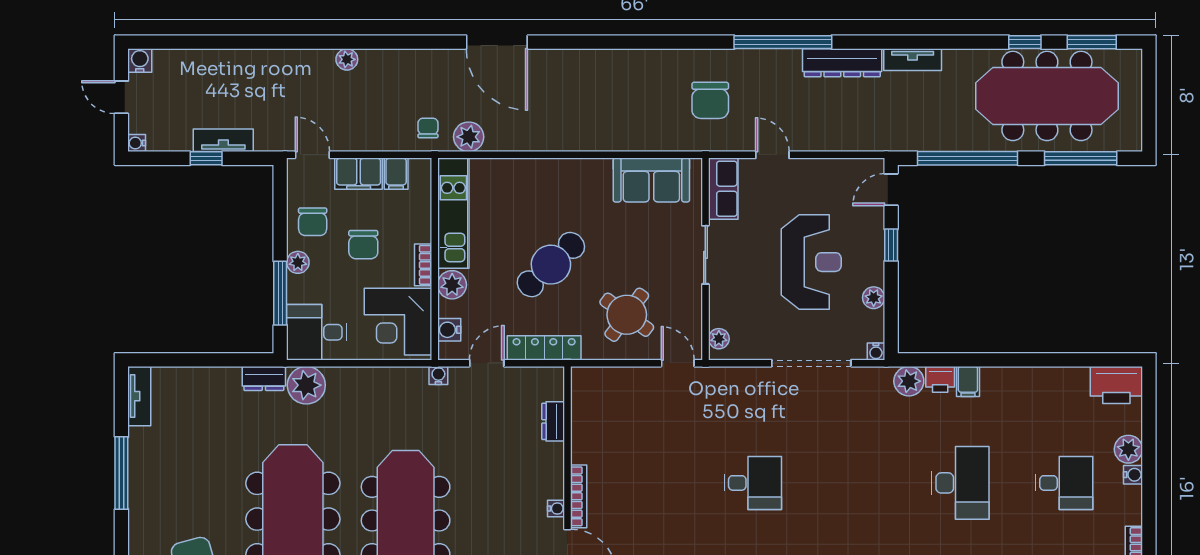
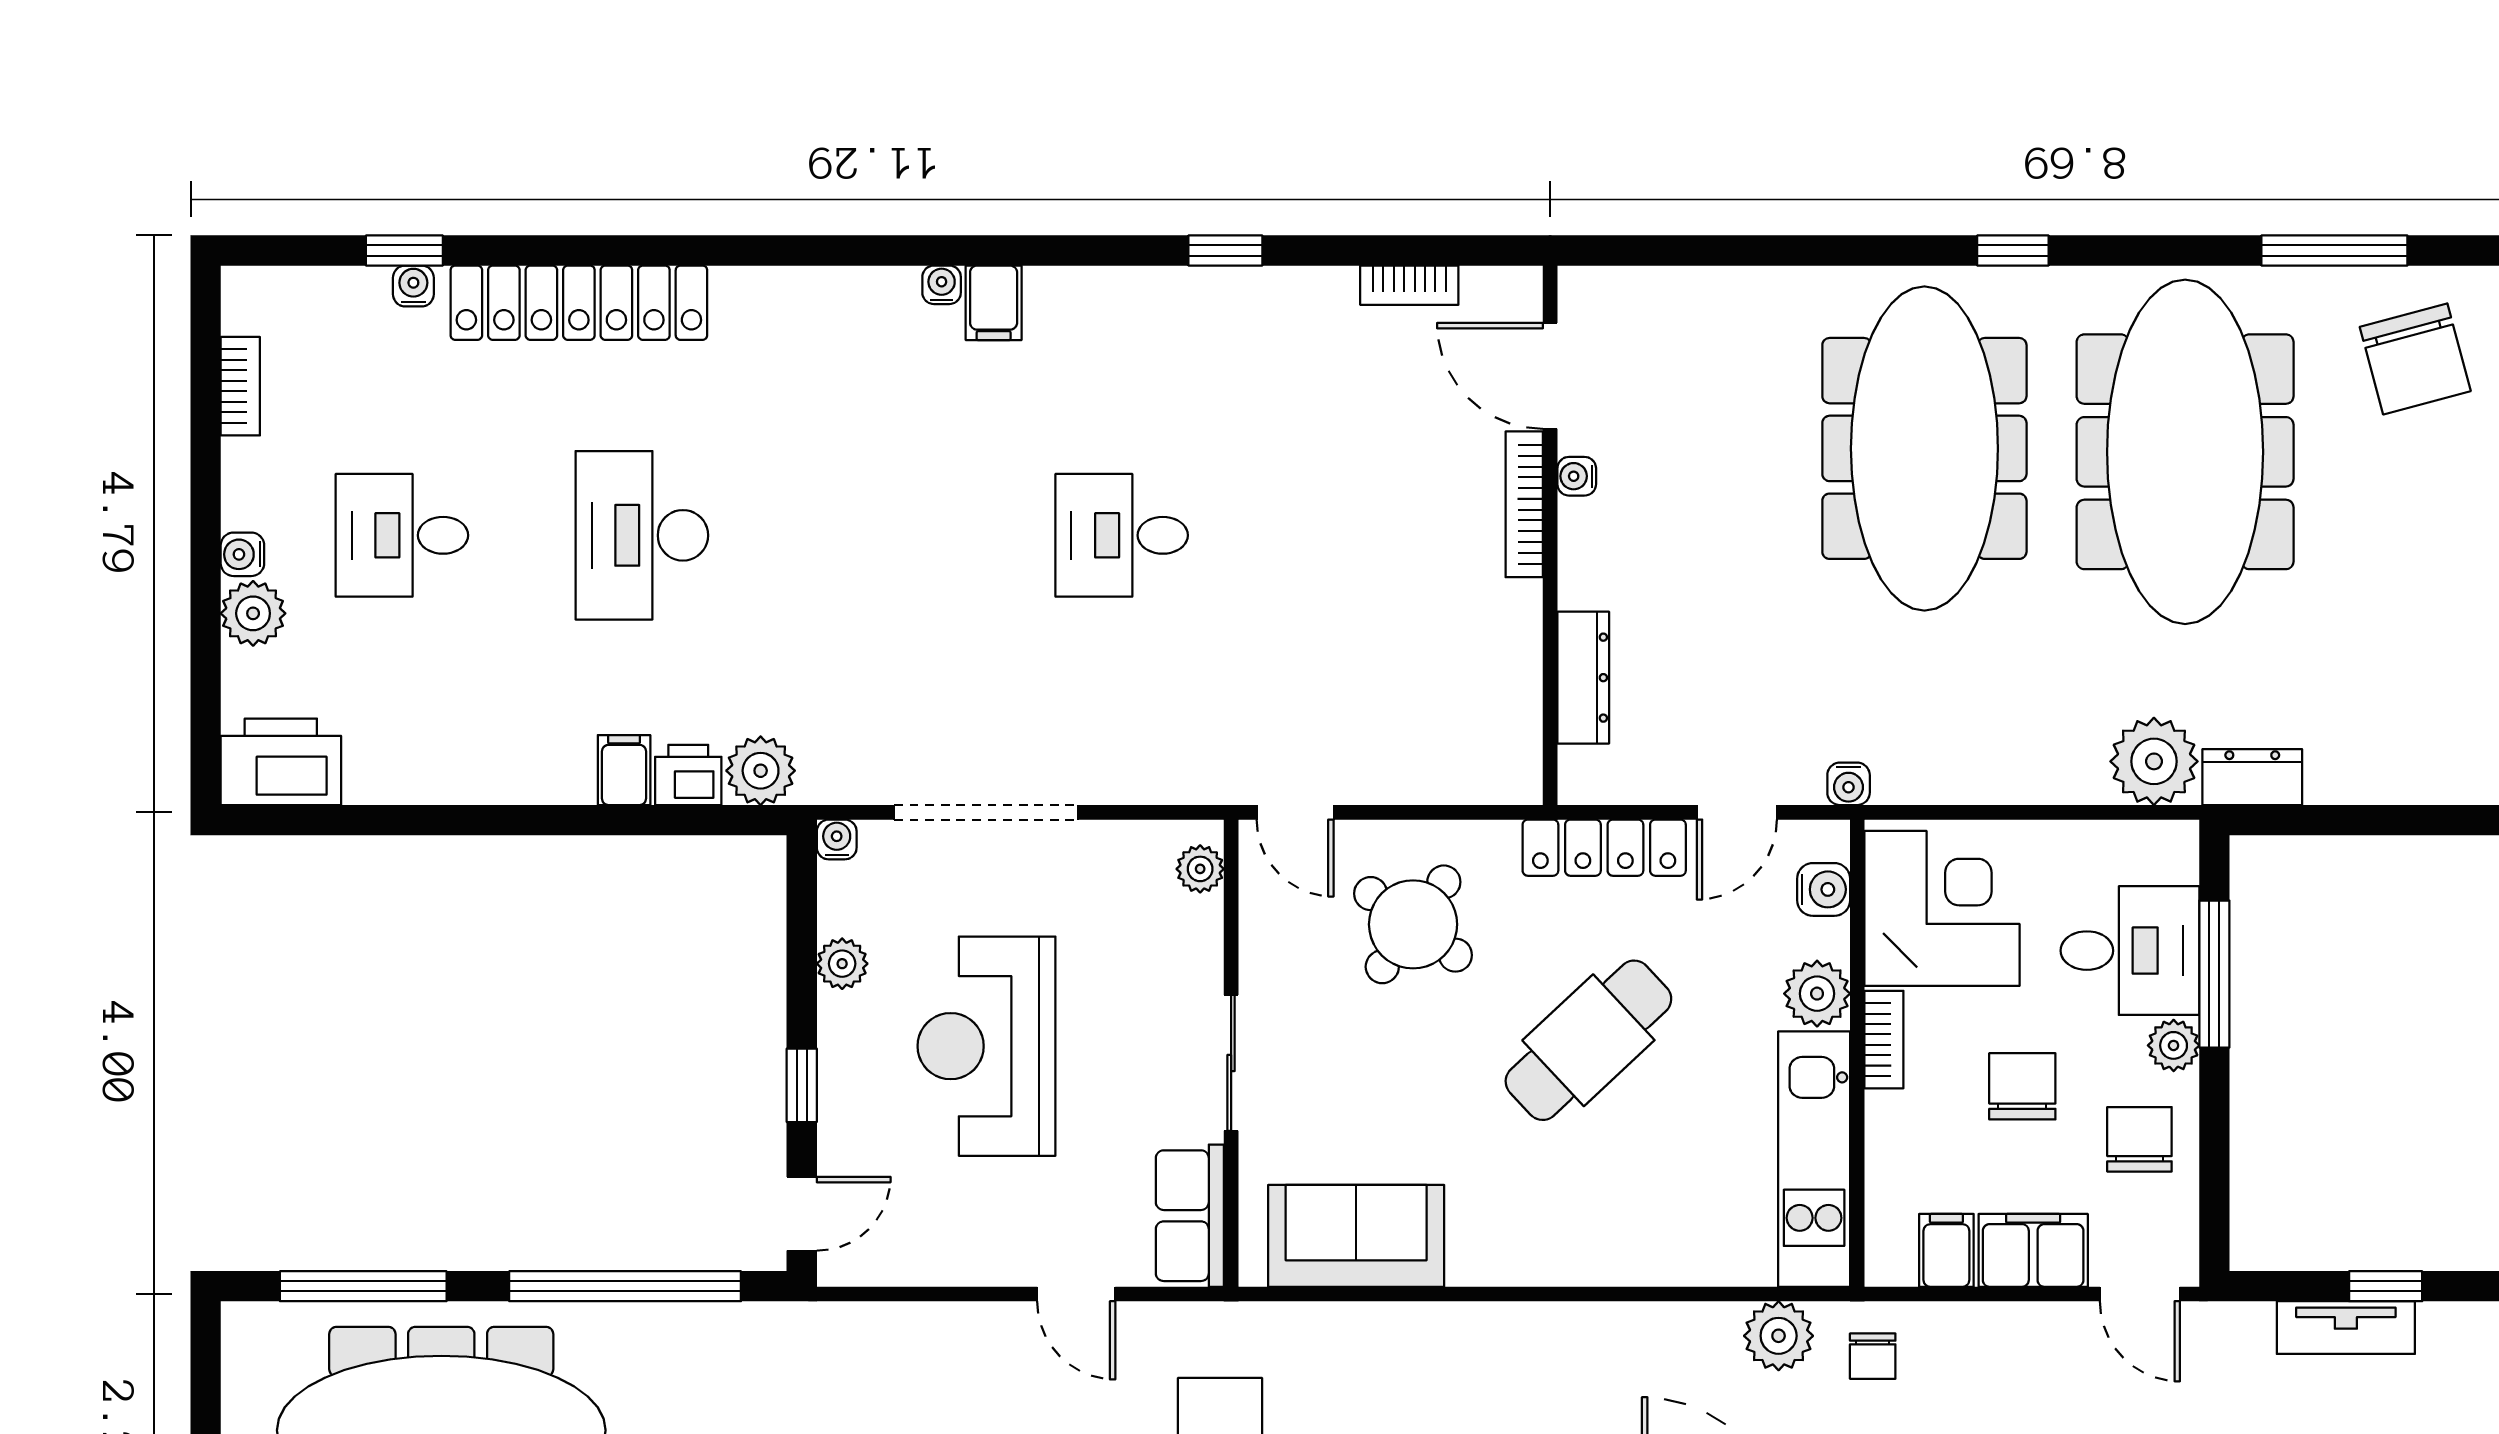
desk: (317, 332) -> (2130, 951), moved
dresser: (553, 421) -> (1583, 678), width x1.44

